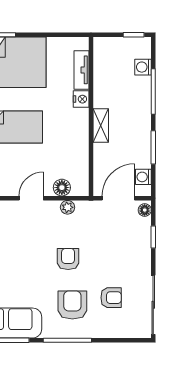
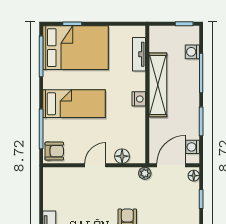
nightstand: (81, 99) -> (139, 99), moved
shelving: (101, 126) -> (158, 85), width x2.20, depth x1.33
plant: (68, 207) -> (145, 173), moved

